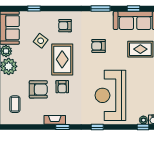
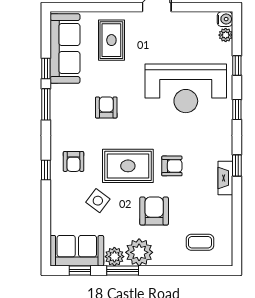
window: (34, 9) -> (46, 170), moved
window: (133, 9) -> (46, 69), moved
armchair: (99, 46) -> (106, 107), turned 180
armchair: (38, 89) -> (154, 211), moved
window: (143, 127) -> (237, 66), moved

